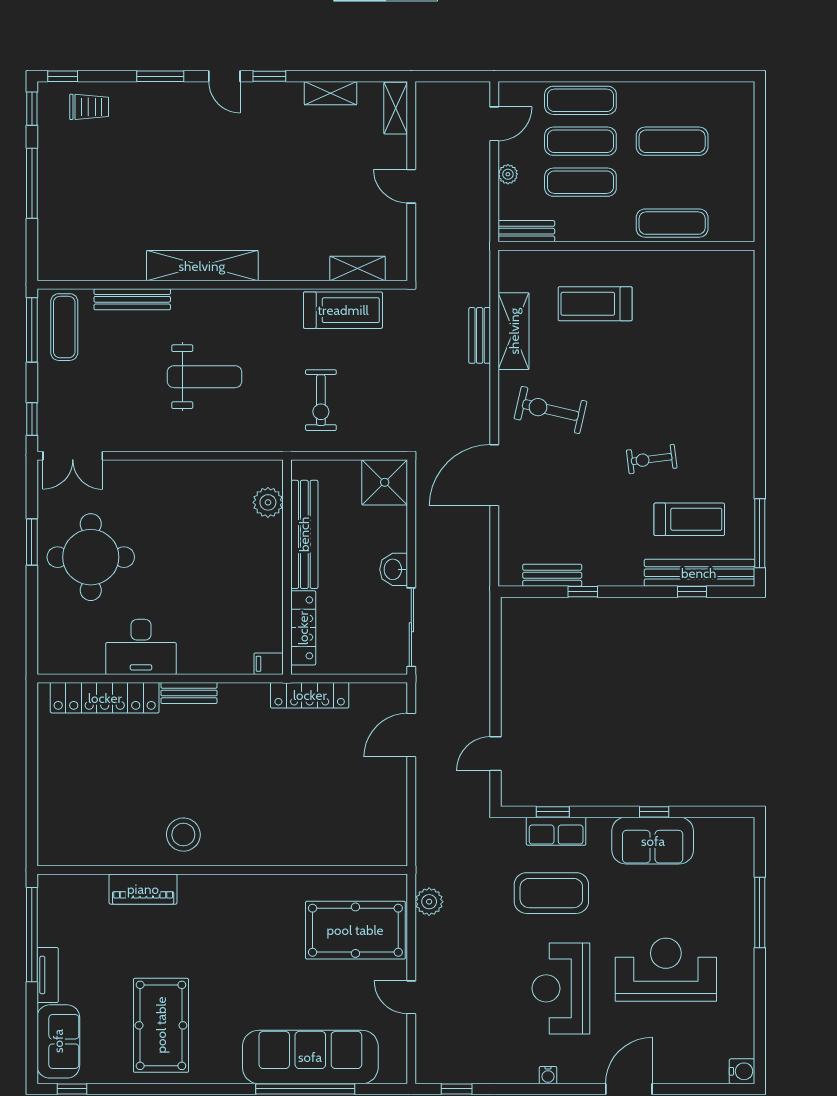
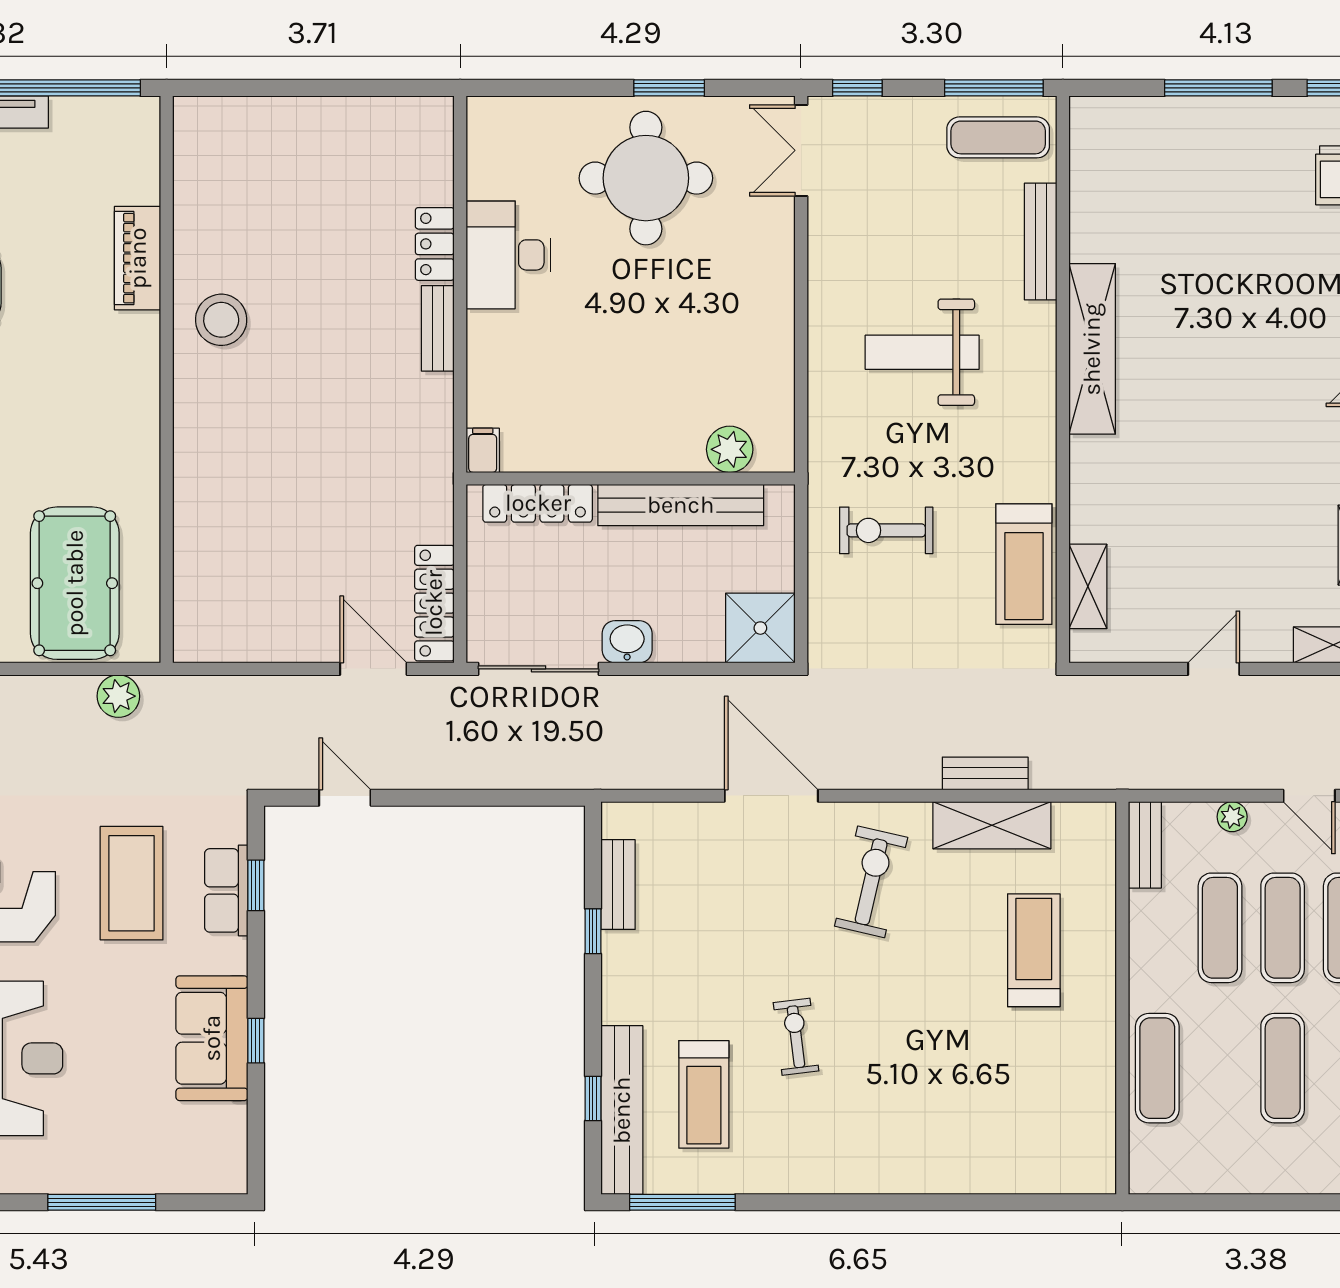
weight bench: (205, 377) -> (922, 352), turned 90
locker: (310, 695) -> (434, 603), moved
locker: (105, 698) -> (435, 244), width x0.46, depth x0.83

